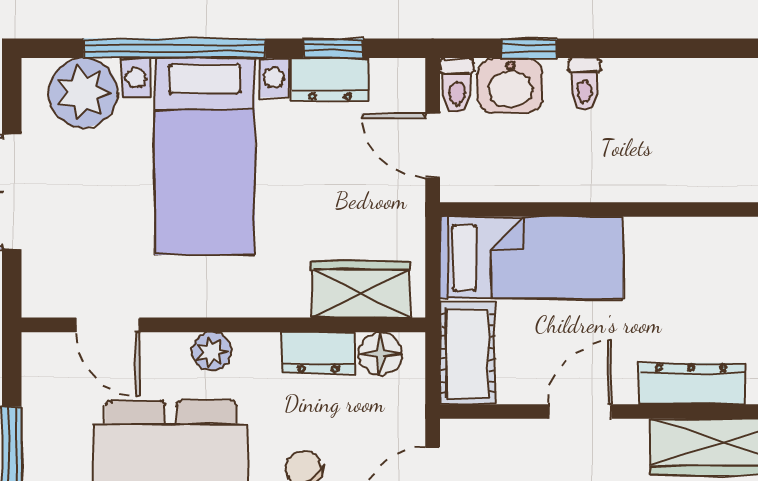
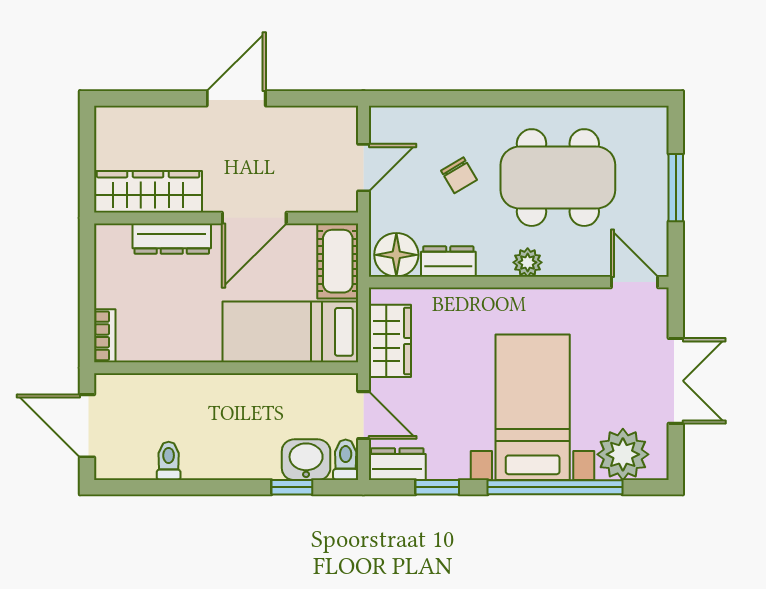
dresser: (330, 80) -> (397, 464), moved
toilet: (585, 84) -> (169, 461), moved
wardrobe: (360, 289) -> (390, 341), moved, turned -90
door: (108, 325) -> (635, 282), moved
floor lamp: (380, 354) -> (396, 255), width x1.38, depth x1.38
door: (580, 412) -> (254, 218), width x1.38

